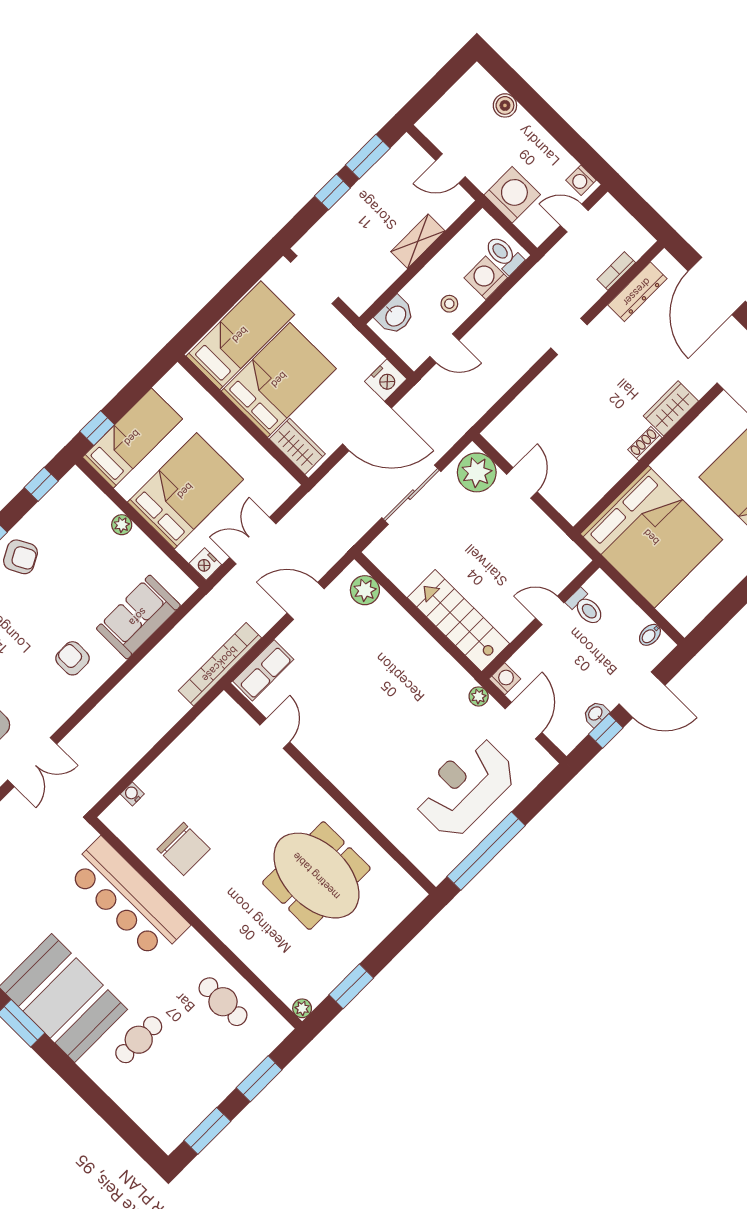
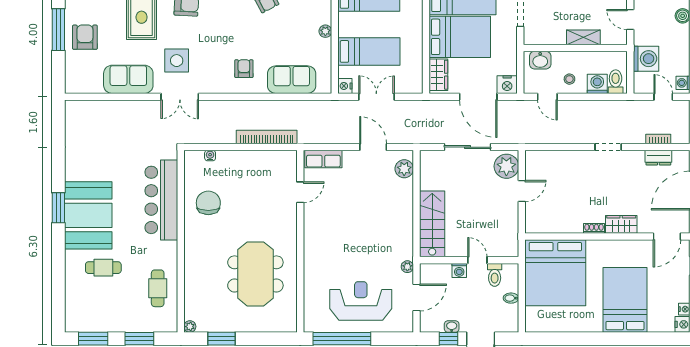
dresser: (637, 292) -> (658, 158), width x0.70
bed: (185, 491) -> (369, 51), width x0.67
bidet: (650, 635) -> (511, 298), moved
bookcase: (220, 664) -> (267, 137), moved
washing machine: (505, 679) -> (459, 270), moved, turned 90
chair: (184, 849) -> (208, 203), turned 180

